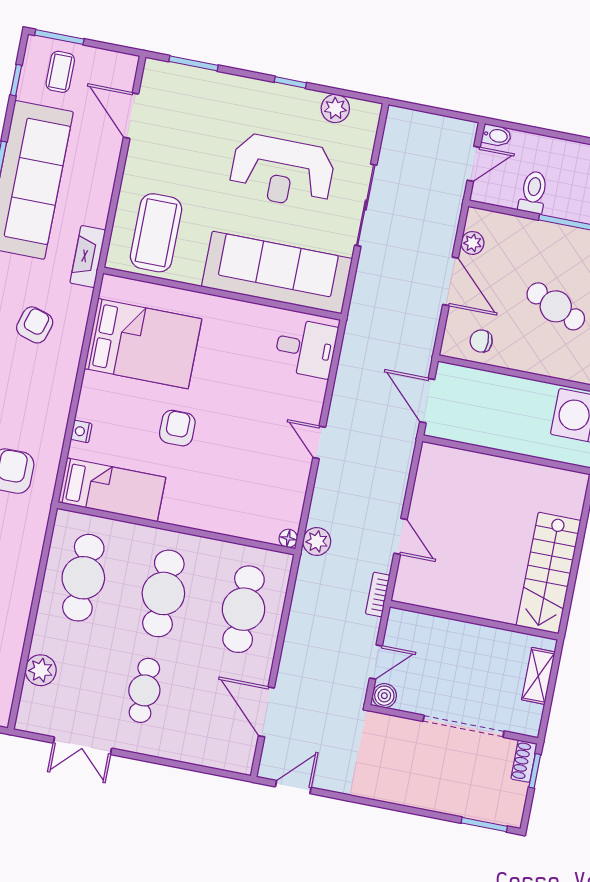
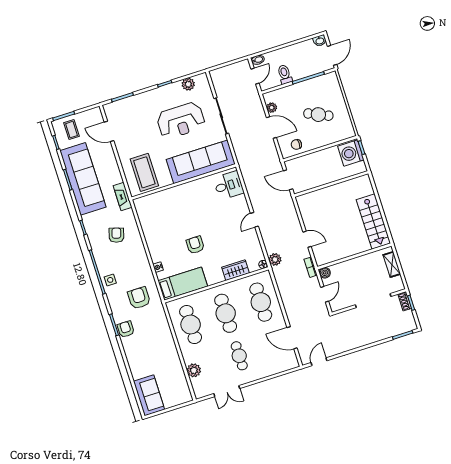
bed: (143, 344) -> (163, 219), removed
door: (319, 442) -> (254, 220), hinge flipped
wardrobe: (229, 520) -> (236, 270), added
boiler: (384, 696) -> (325, 273), moved

